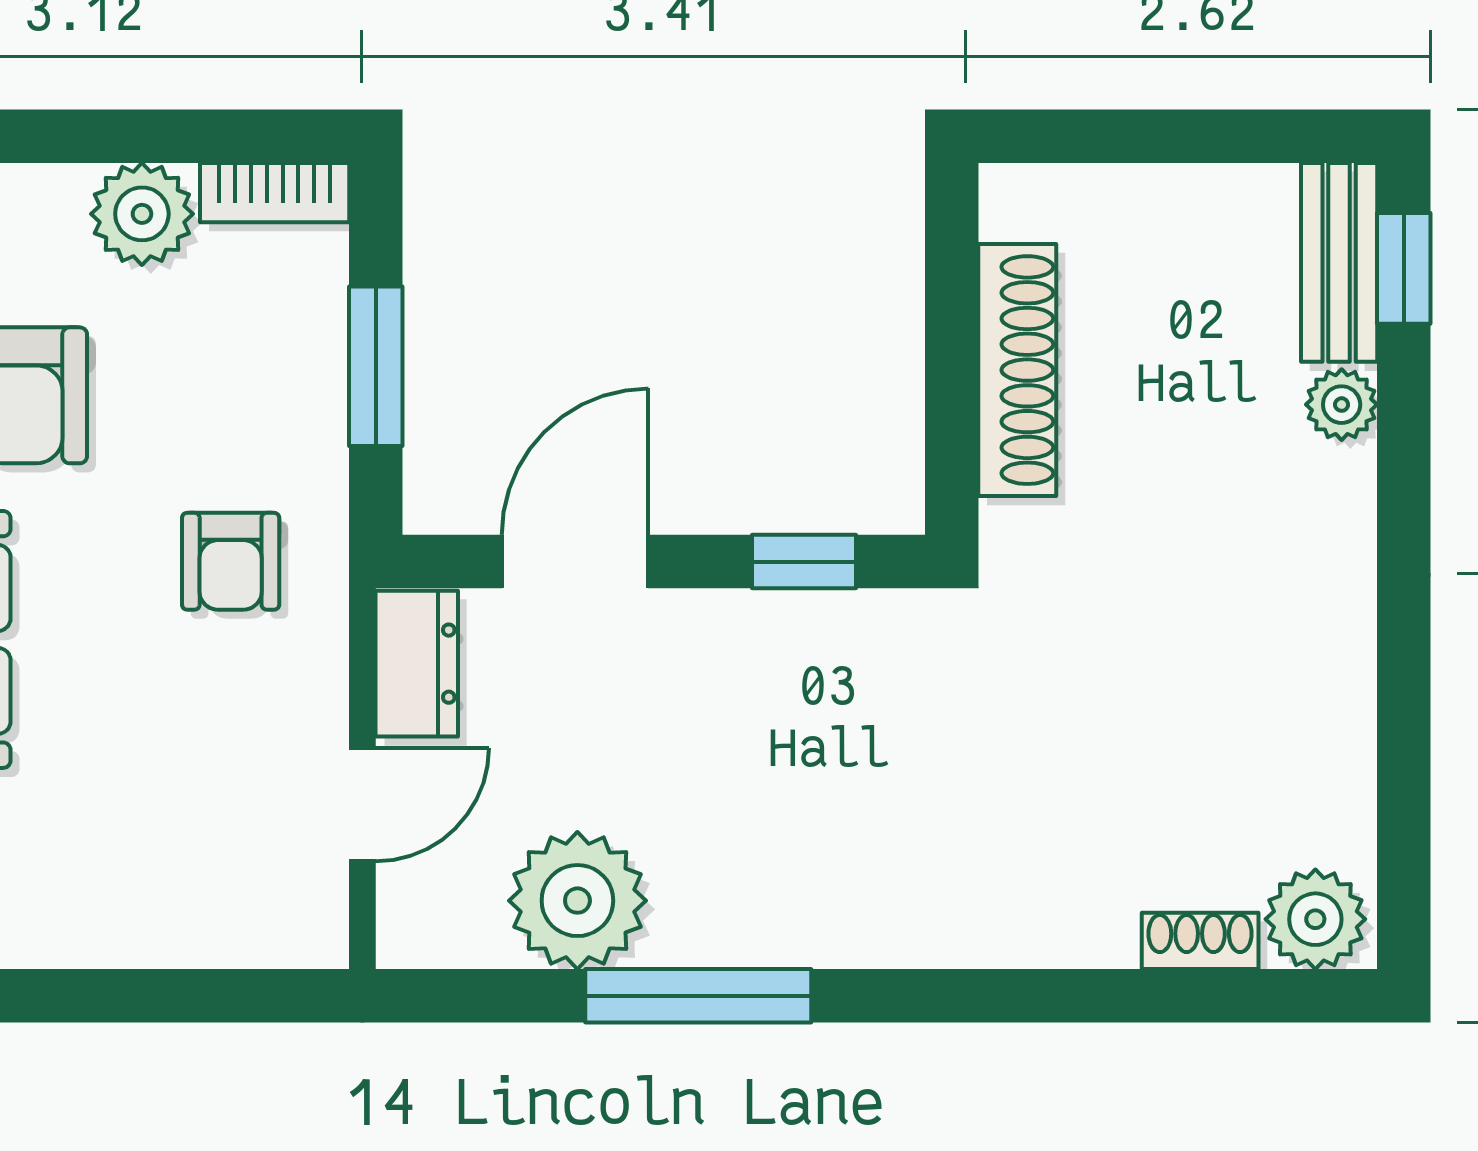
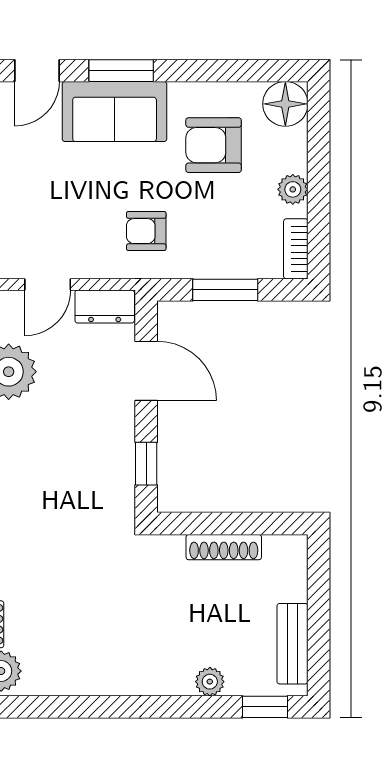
plant: (142, 214) -> (293, 189), width x0.73, depth x0.73
bench: (1339, 262) -> (292, 644), moved, turned 90
shoe rack: (1017, 370) -> (224, 547), width x0.74, depth x0.81
door: (362, 805) -> (48, 284), hinge flipped

